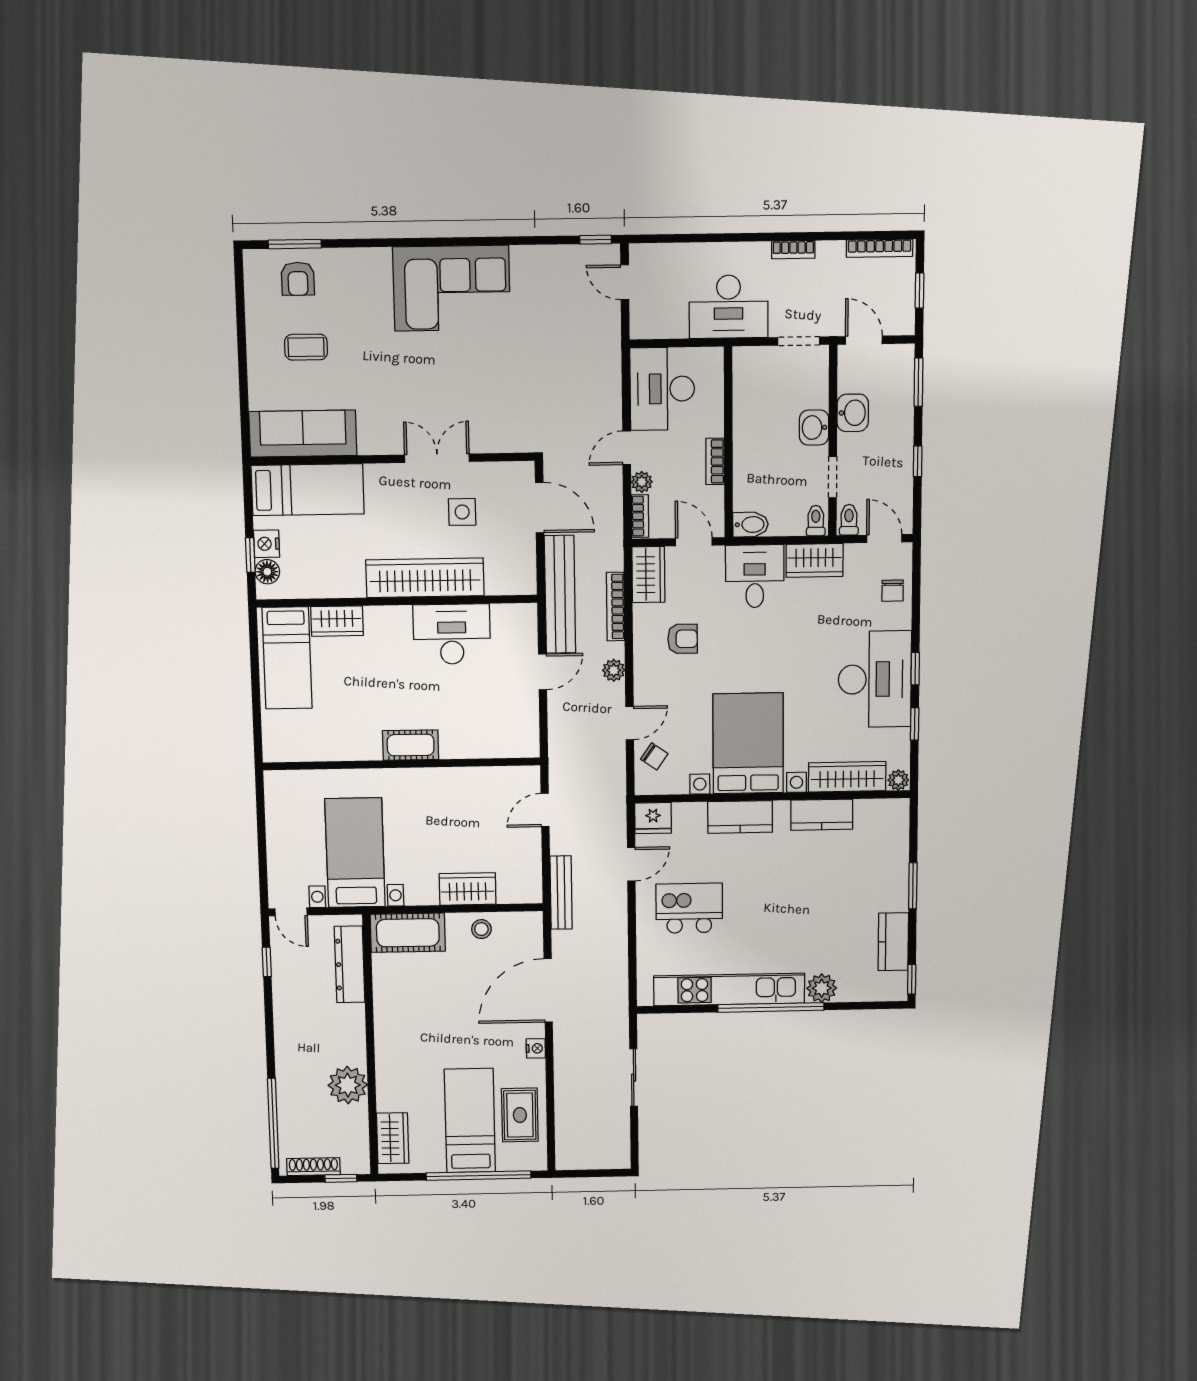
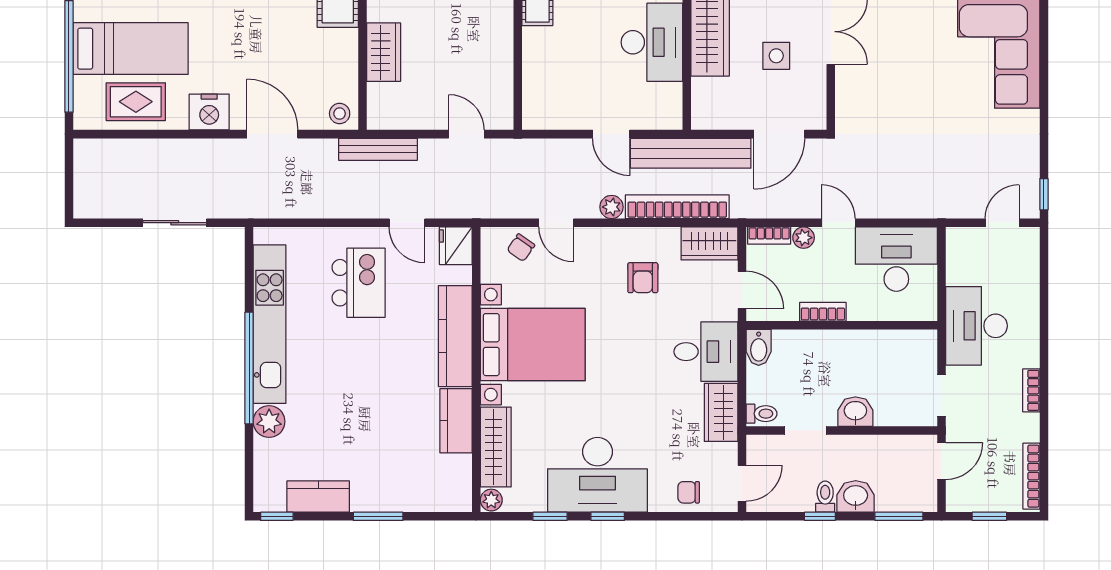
washbasin: (853, 413) -> (856, 496), moved, turned 180
toilet: (849, 520) -> (825, 497), moved, turned -90
door: (694, 542) -> (742, 290), hinge flipped
bookcase: (616, 607) -> (677, 207), width x1.48, depth x1.31
kitchen counter: (740, 817) -> (455, 336), width x1.50
stool: (481, 929) -> (340, 114), moved
door: (548, 990) -> (272, 134), width x0.73
nightstand: (536, 1048) -> (209, 112), width x1.89, depth x1.79

